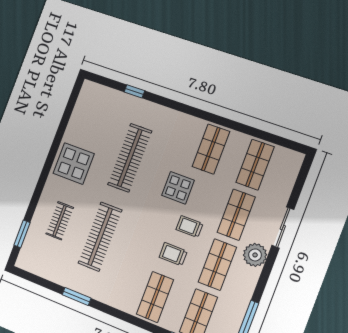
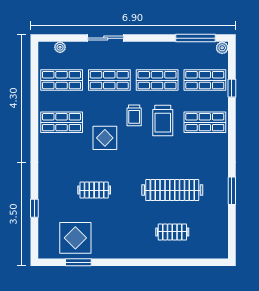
clothes rail: (130, 158) -> (94, 190), width x0.54, depth x0.76
display table: (74, 164) -> (75, 238), moved
window: (22, 234) -> (78, 262), moved
trolley: (173, 254) -> (163, 120), width x1.36, depth x1.39
plant: (255, 255) -> (60, 47), moved, width x0.53, depth x0.53

